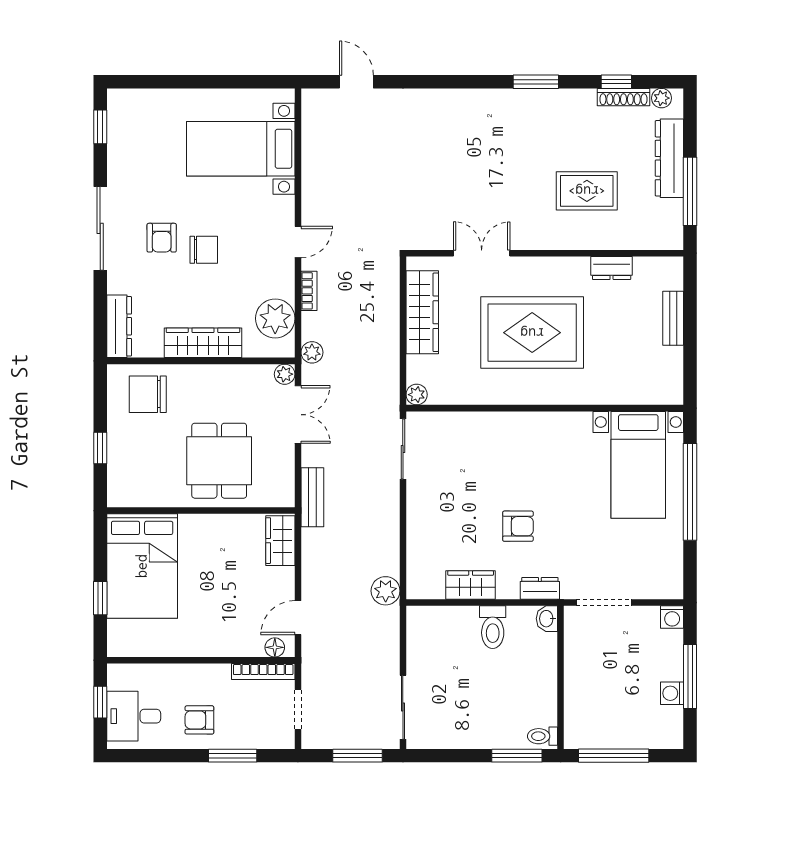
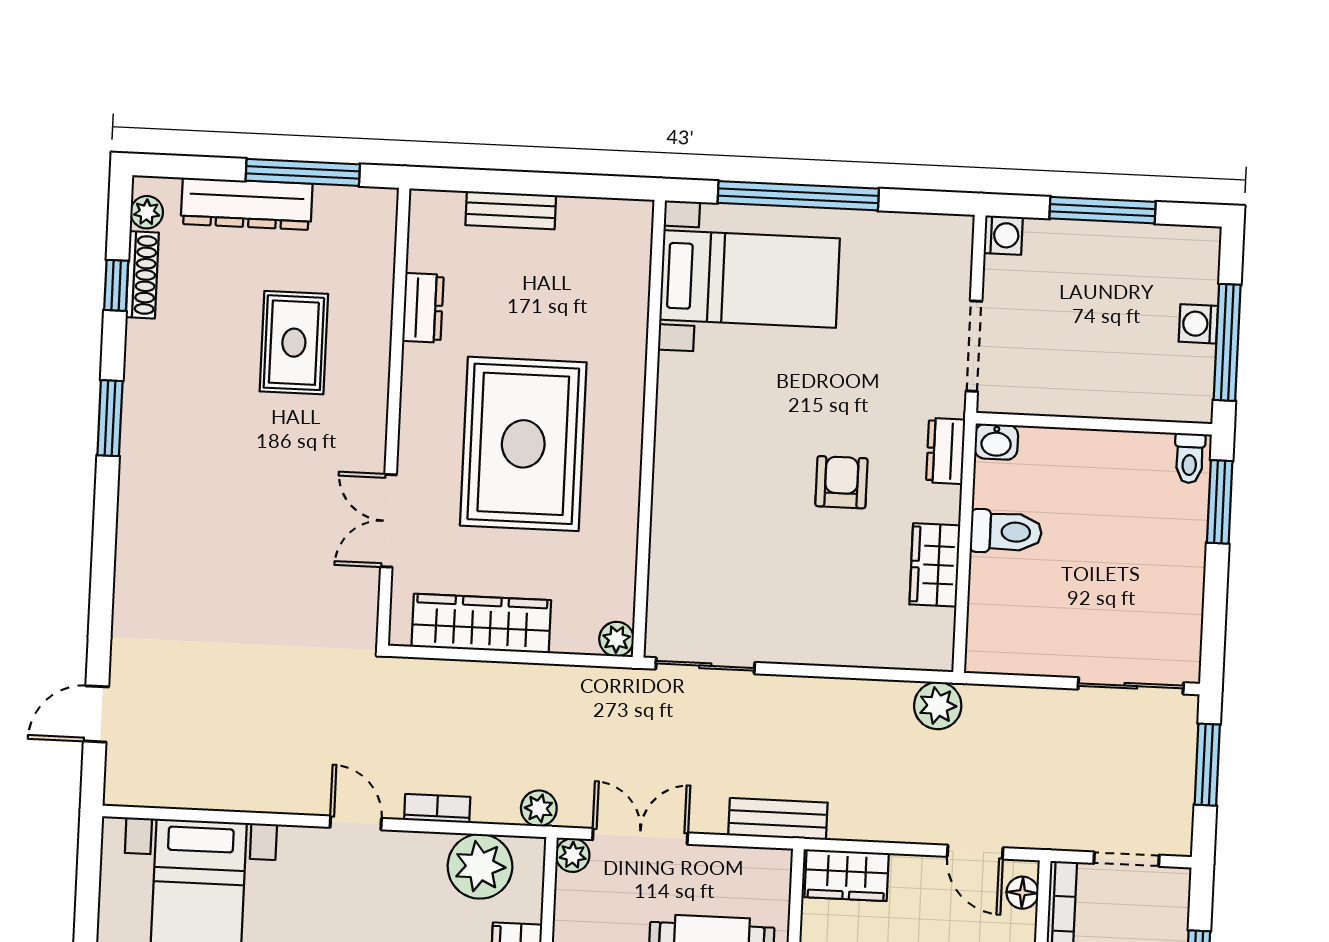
washing machine: (672, 693) -> (1198, 324), moved, turned 90

